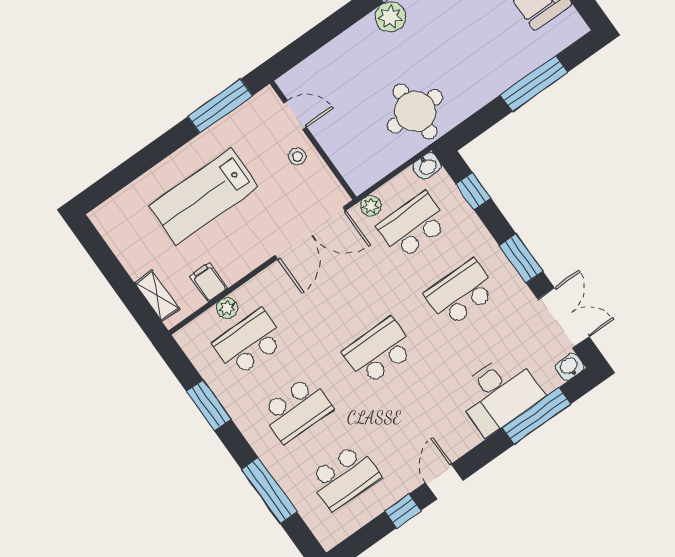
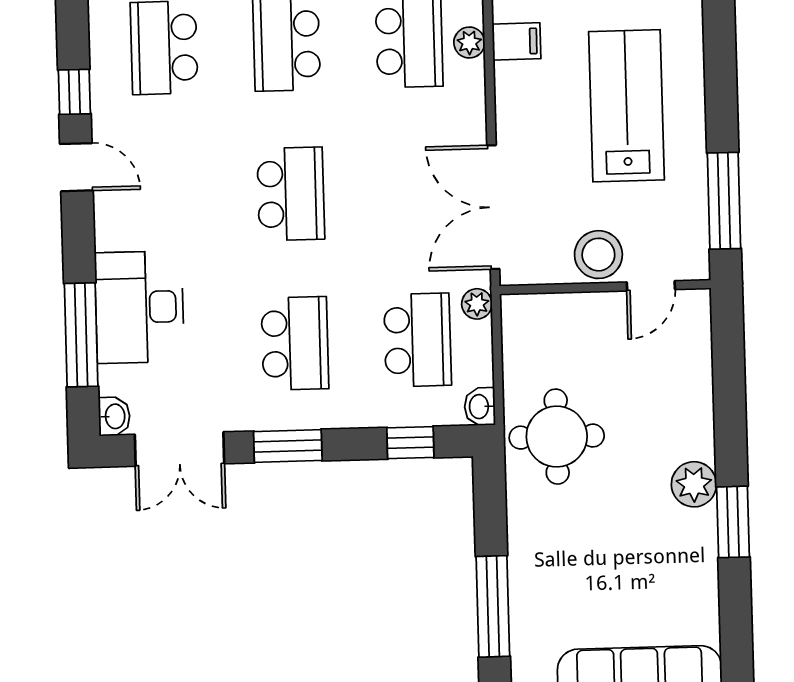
stool: (297, 156) -> (598, 255), width x1.89, depth x1.89

